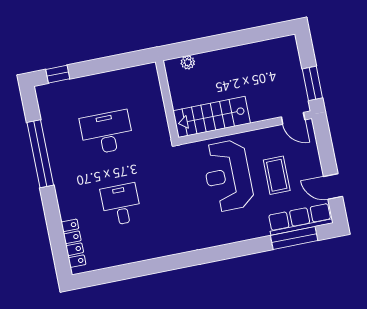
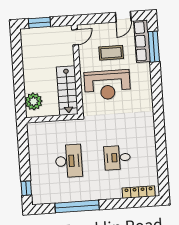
plant: (188, 62) -> (34, 101), width x1.88, depth x1.88
window: (312, 83) -> (39, 23), moved
desk: (107, 133) -> (69, 161), turned 180

